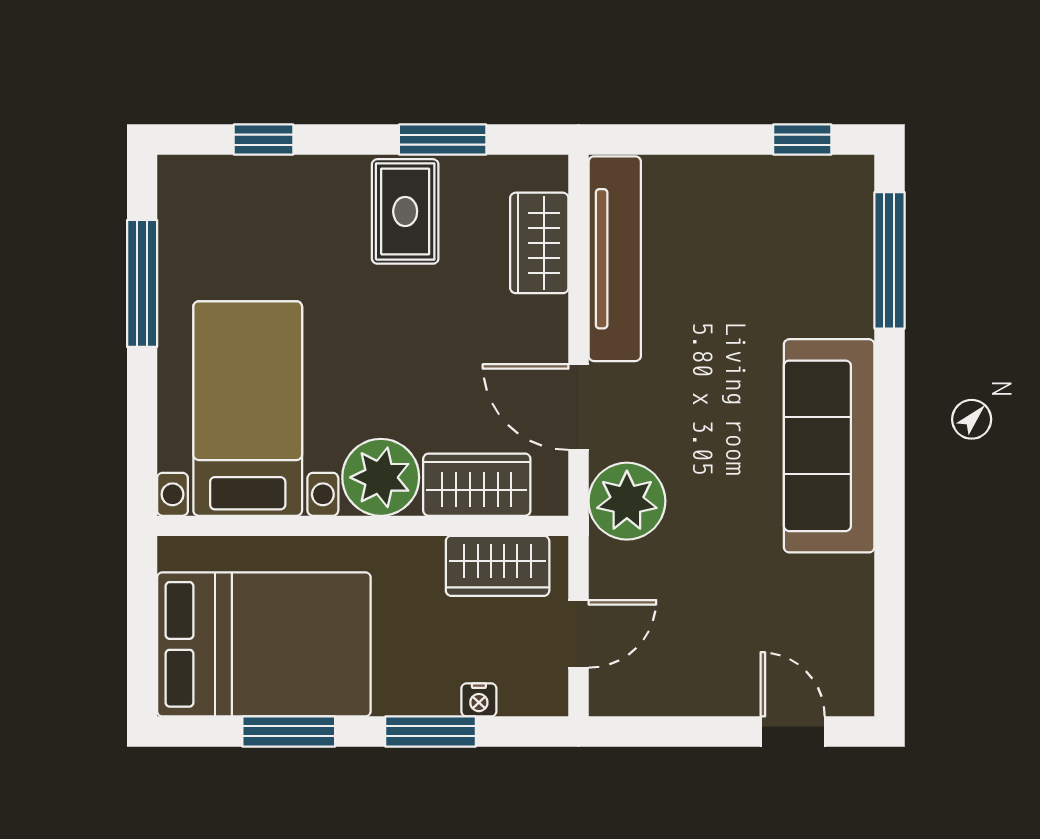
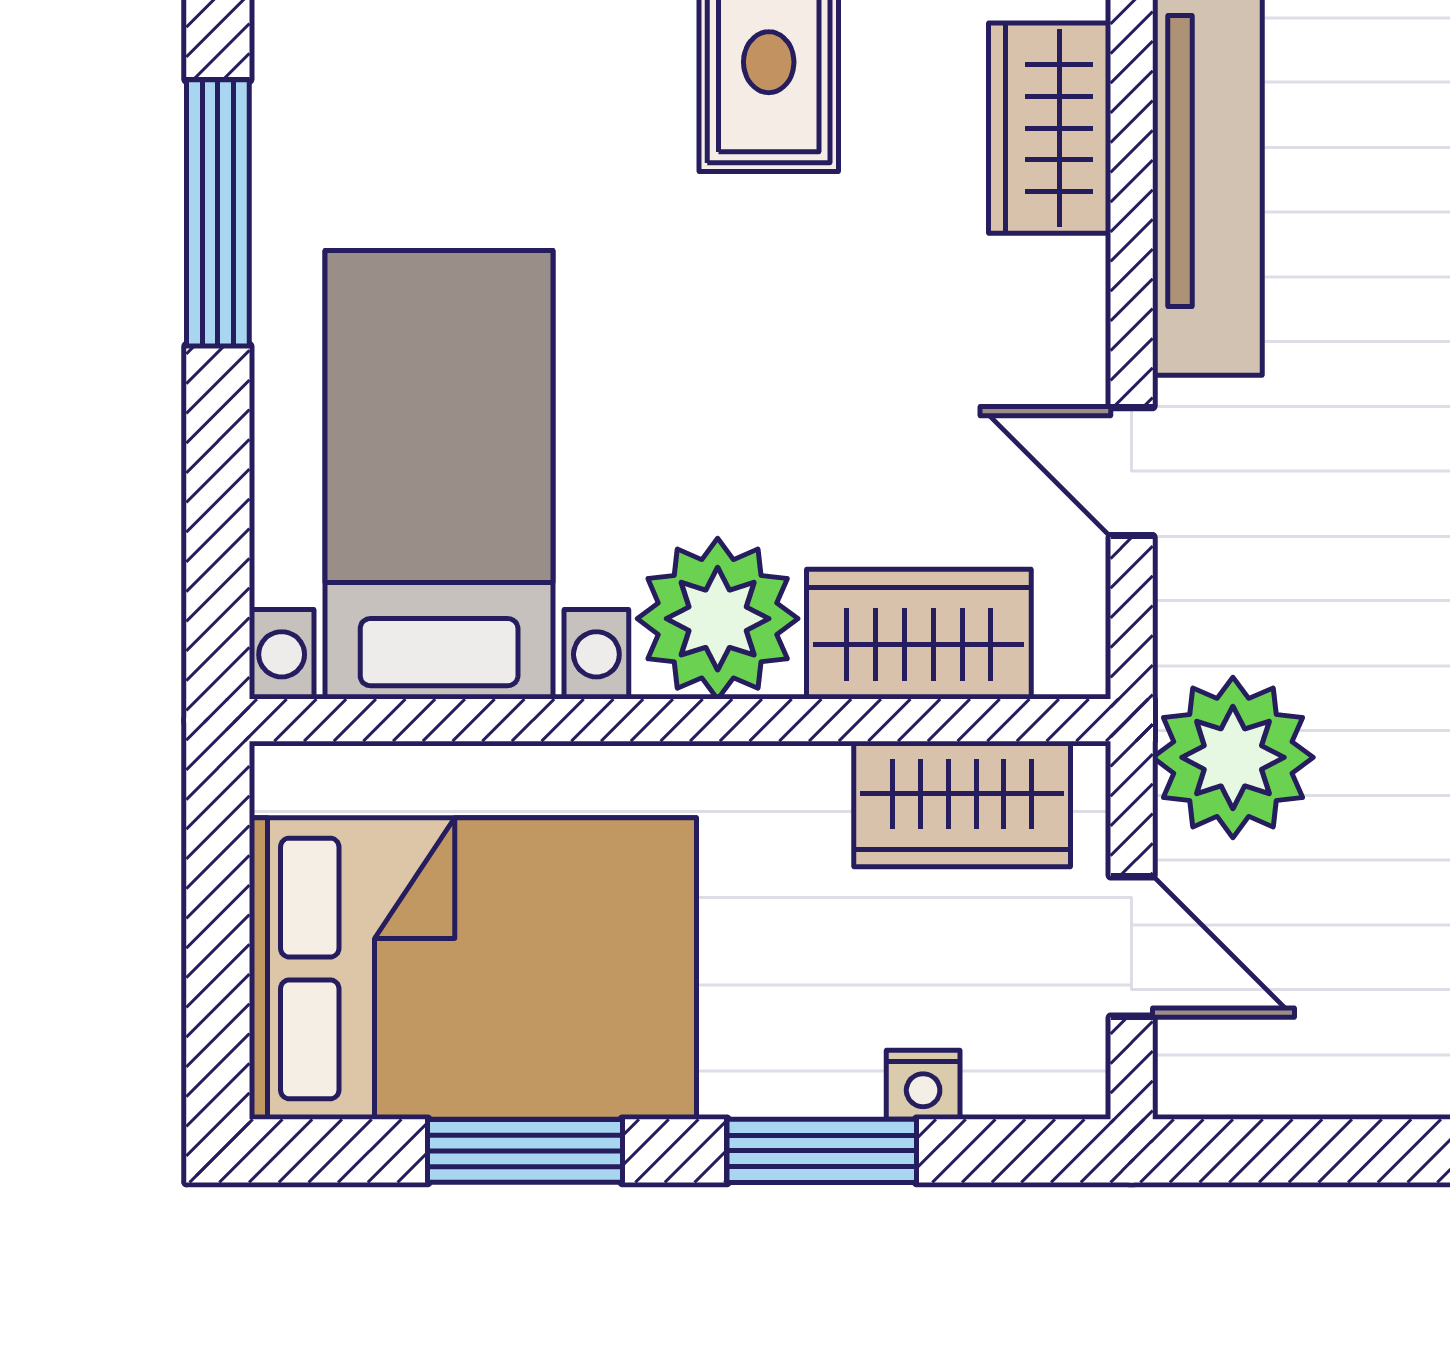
door: (578, 407) -> (1132, 472), width x0.73
plant: (627, 501) -> (1233, 757), moved
door: (578, 634) -> (1132, 947), hinge flipped

